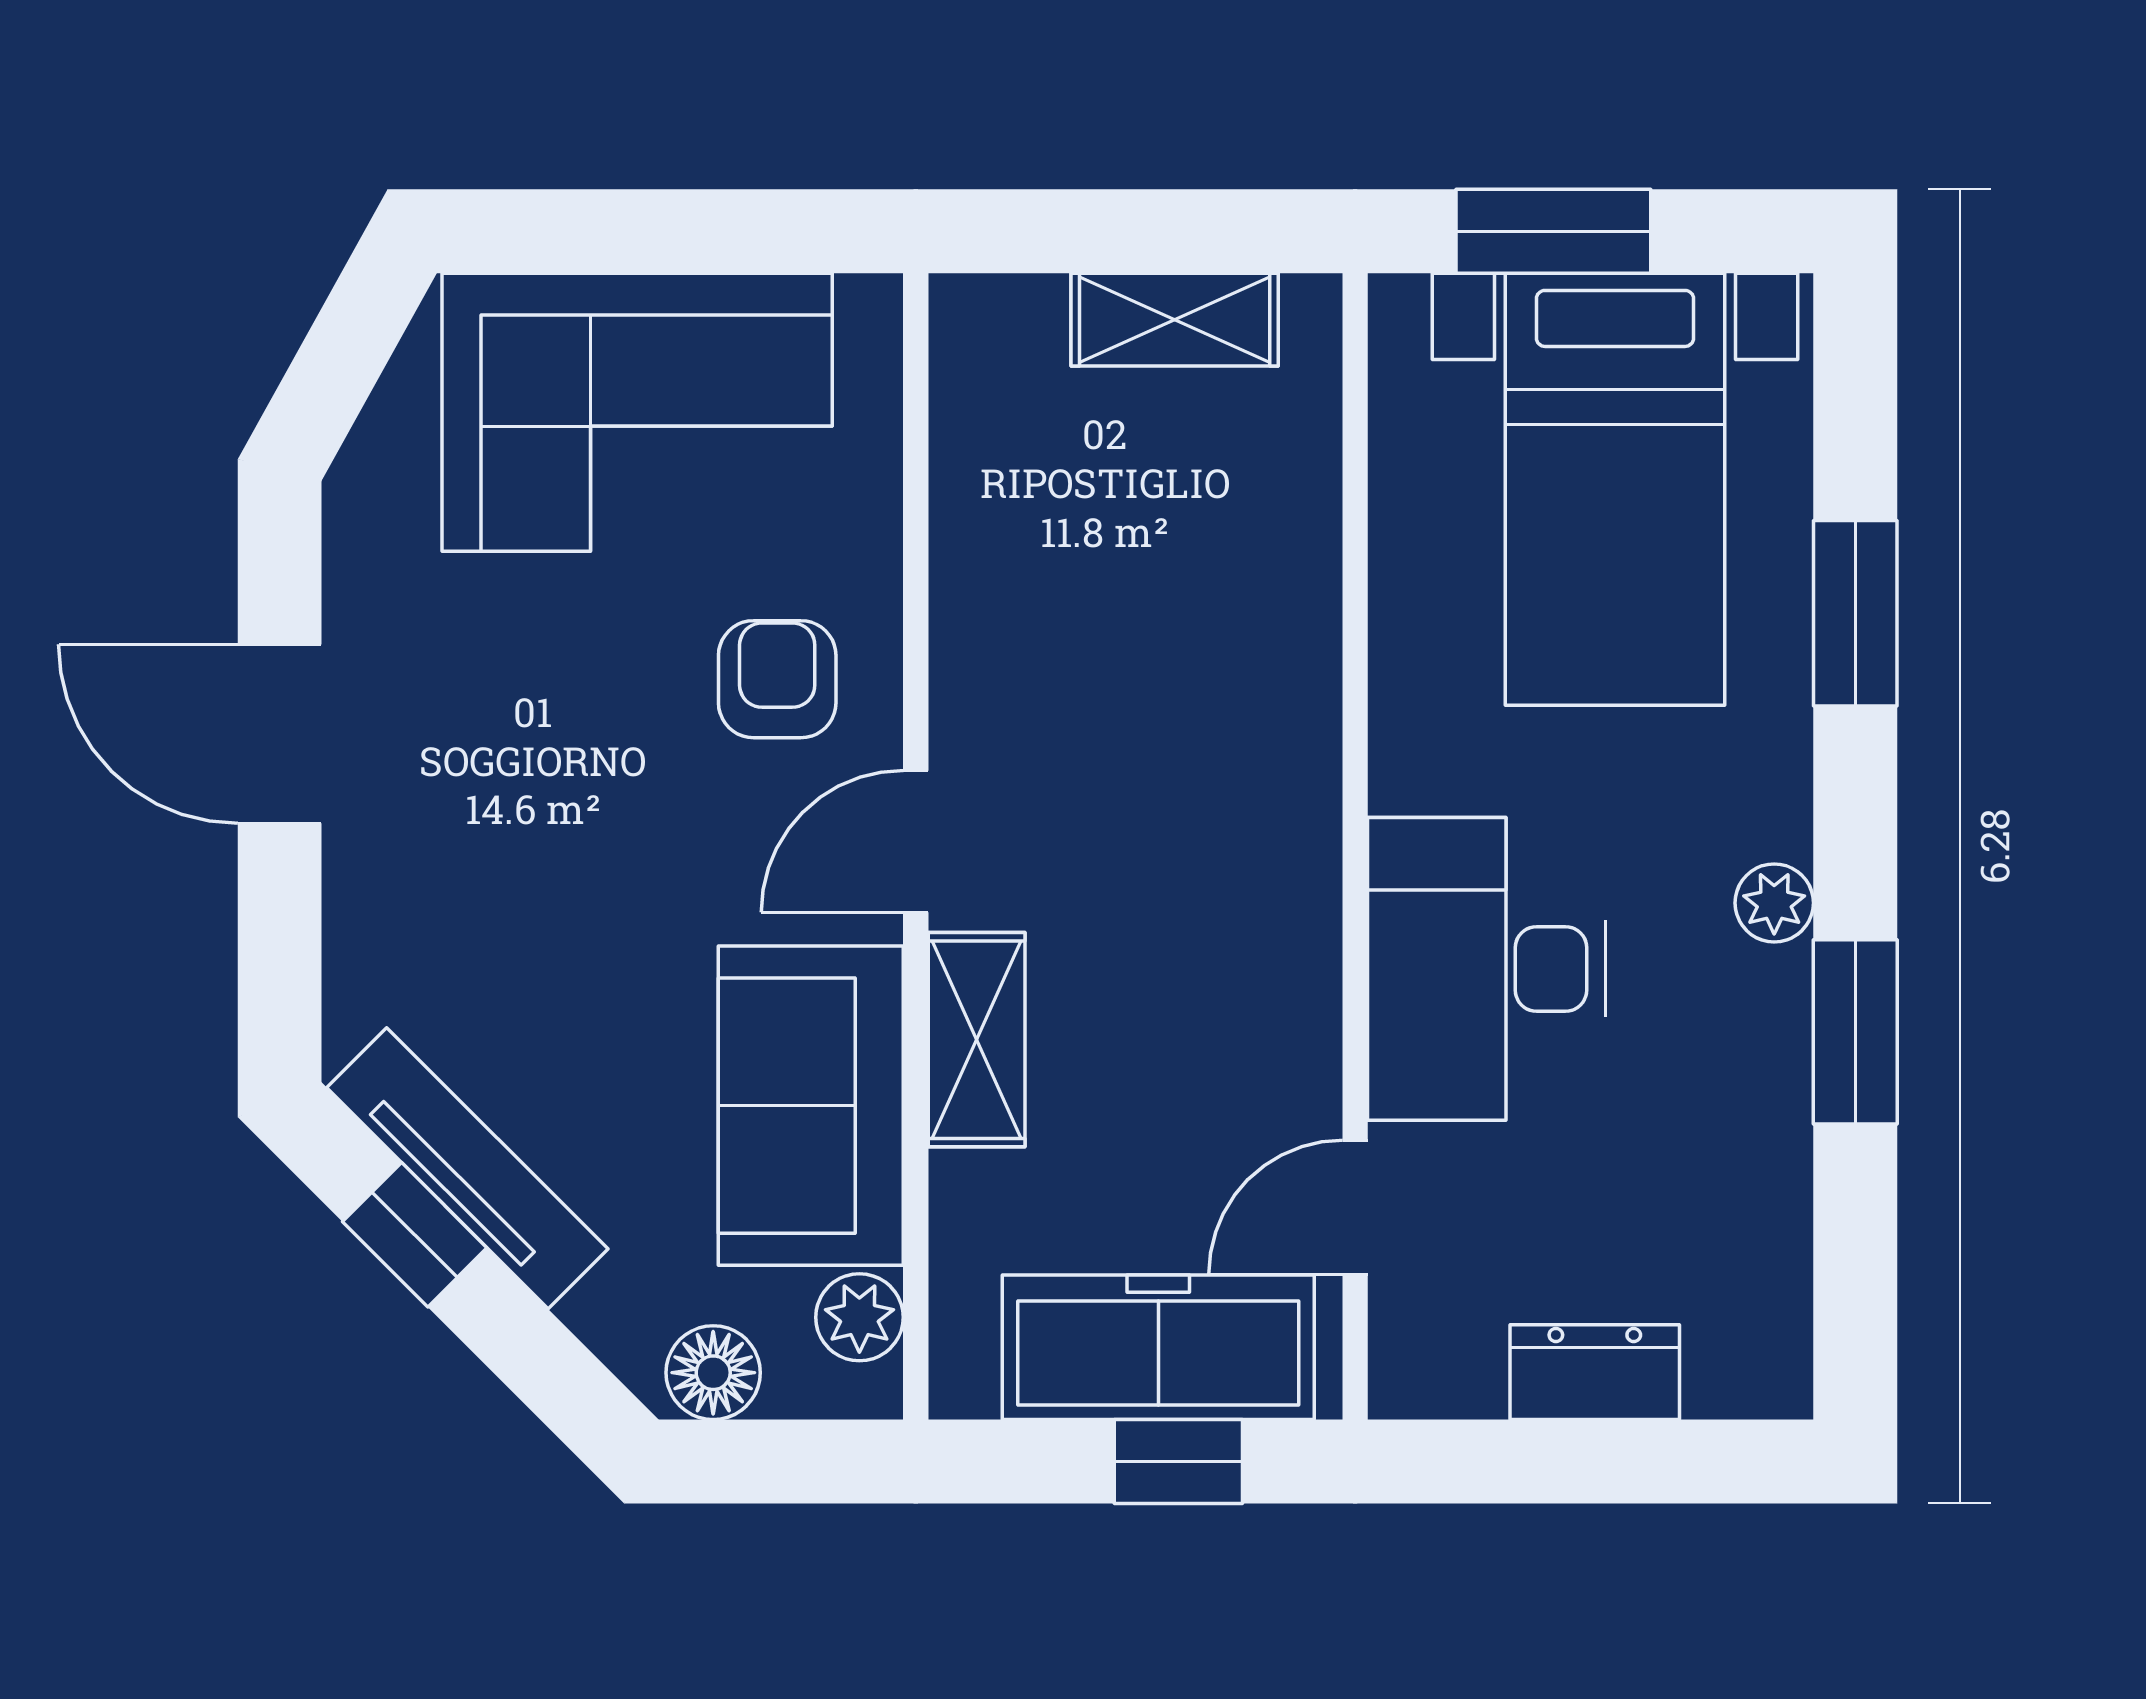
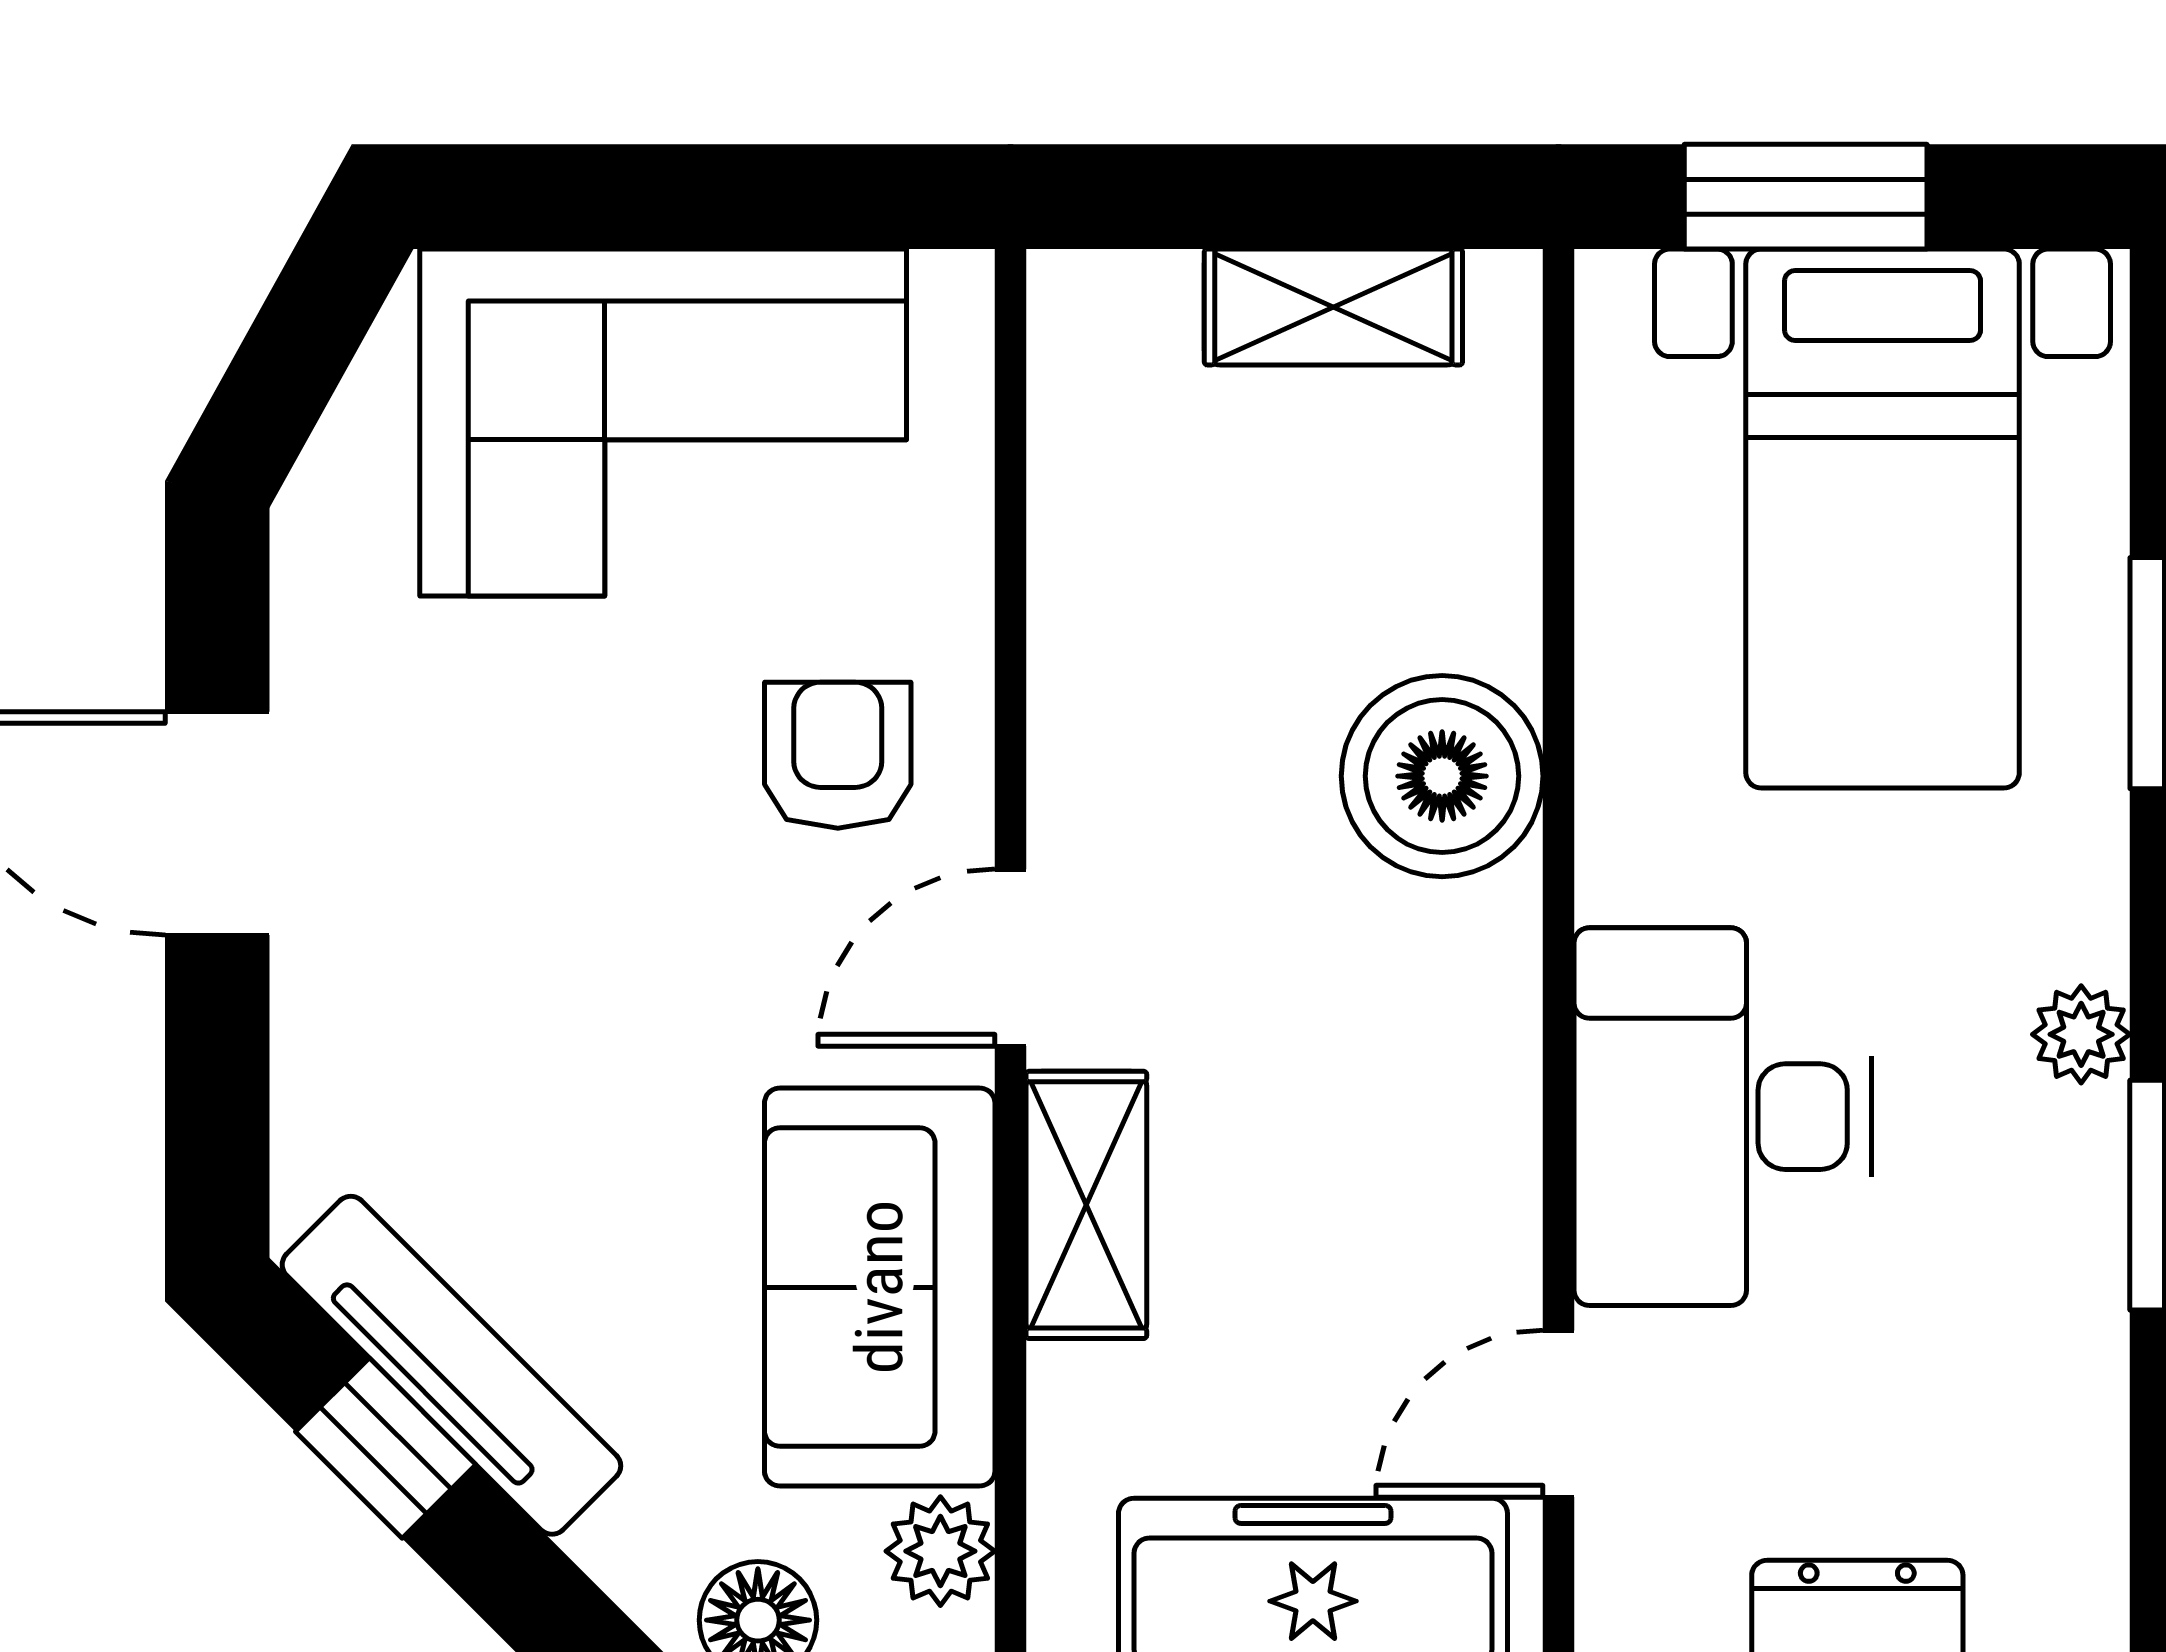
boiler: (1262, 696) -> (1442, 776), added

